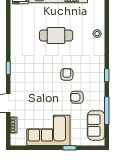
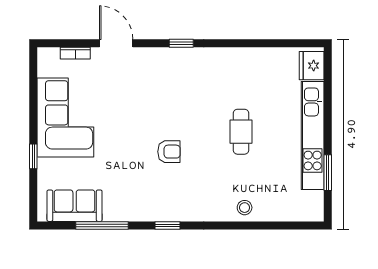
cafe table: (56, 36) -> (241, 132), width x0.73, depth x0.74
armchair: (77, 97) -> (127, 170), removed

